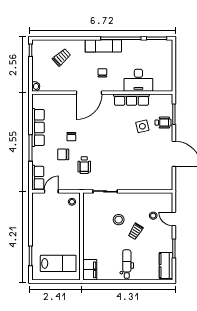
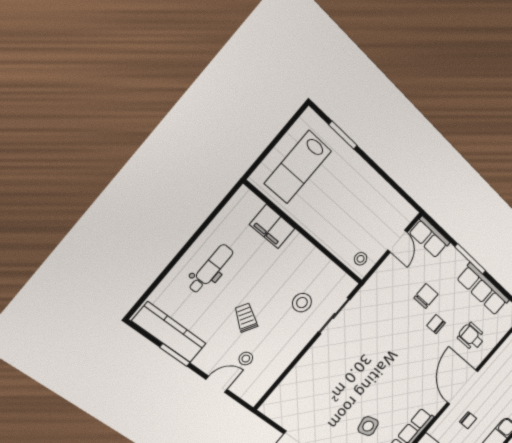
wheelchair: (84, 165) -> (471, 337), moved
stool: (119, 220) -> (302, 303), moved
dental chair: (127, 264) -> (211, 269), turned -90
kitchen counter: (166, 266) -> (169, 332), width x1.50
filing cabinet: (90, 270) -> (272, 227), moved

